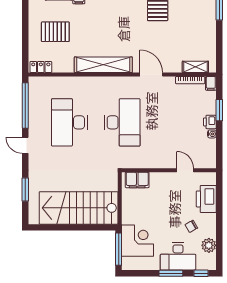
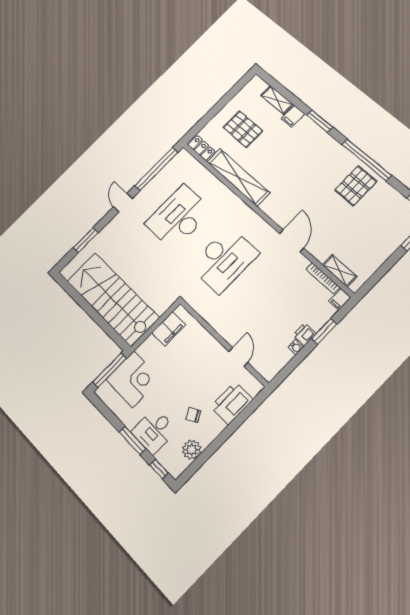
shelving: (103, 65) -> (238, 177), moved
filing cabinet: (137, 180) -> (169, 329), moved, turned -90
desk: (178, 256) -> (154, 431), width x0.73

